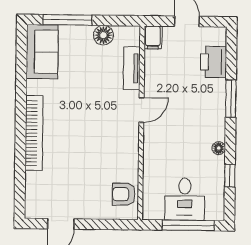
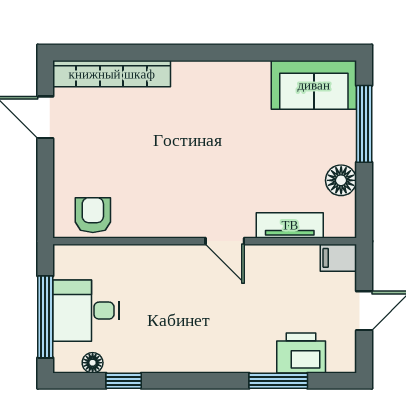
window: (231, 99) -> (278, 381), moved
bookcase: (34, 133) -> (112, 74), moved
floor lamp: (219, 148) -> (93, 363), moved

